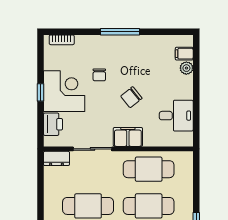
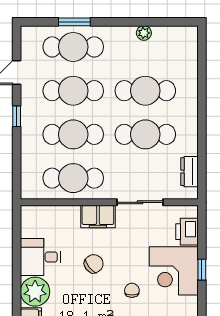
plant: (186, 68) -> (35, 292), width x1.88, depth x1.88
desk: (176, 116) -> (40, 257), moved
dresser: (56, 158) -> (190, 172), moved, turned -90

